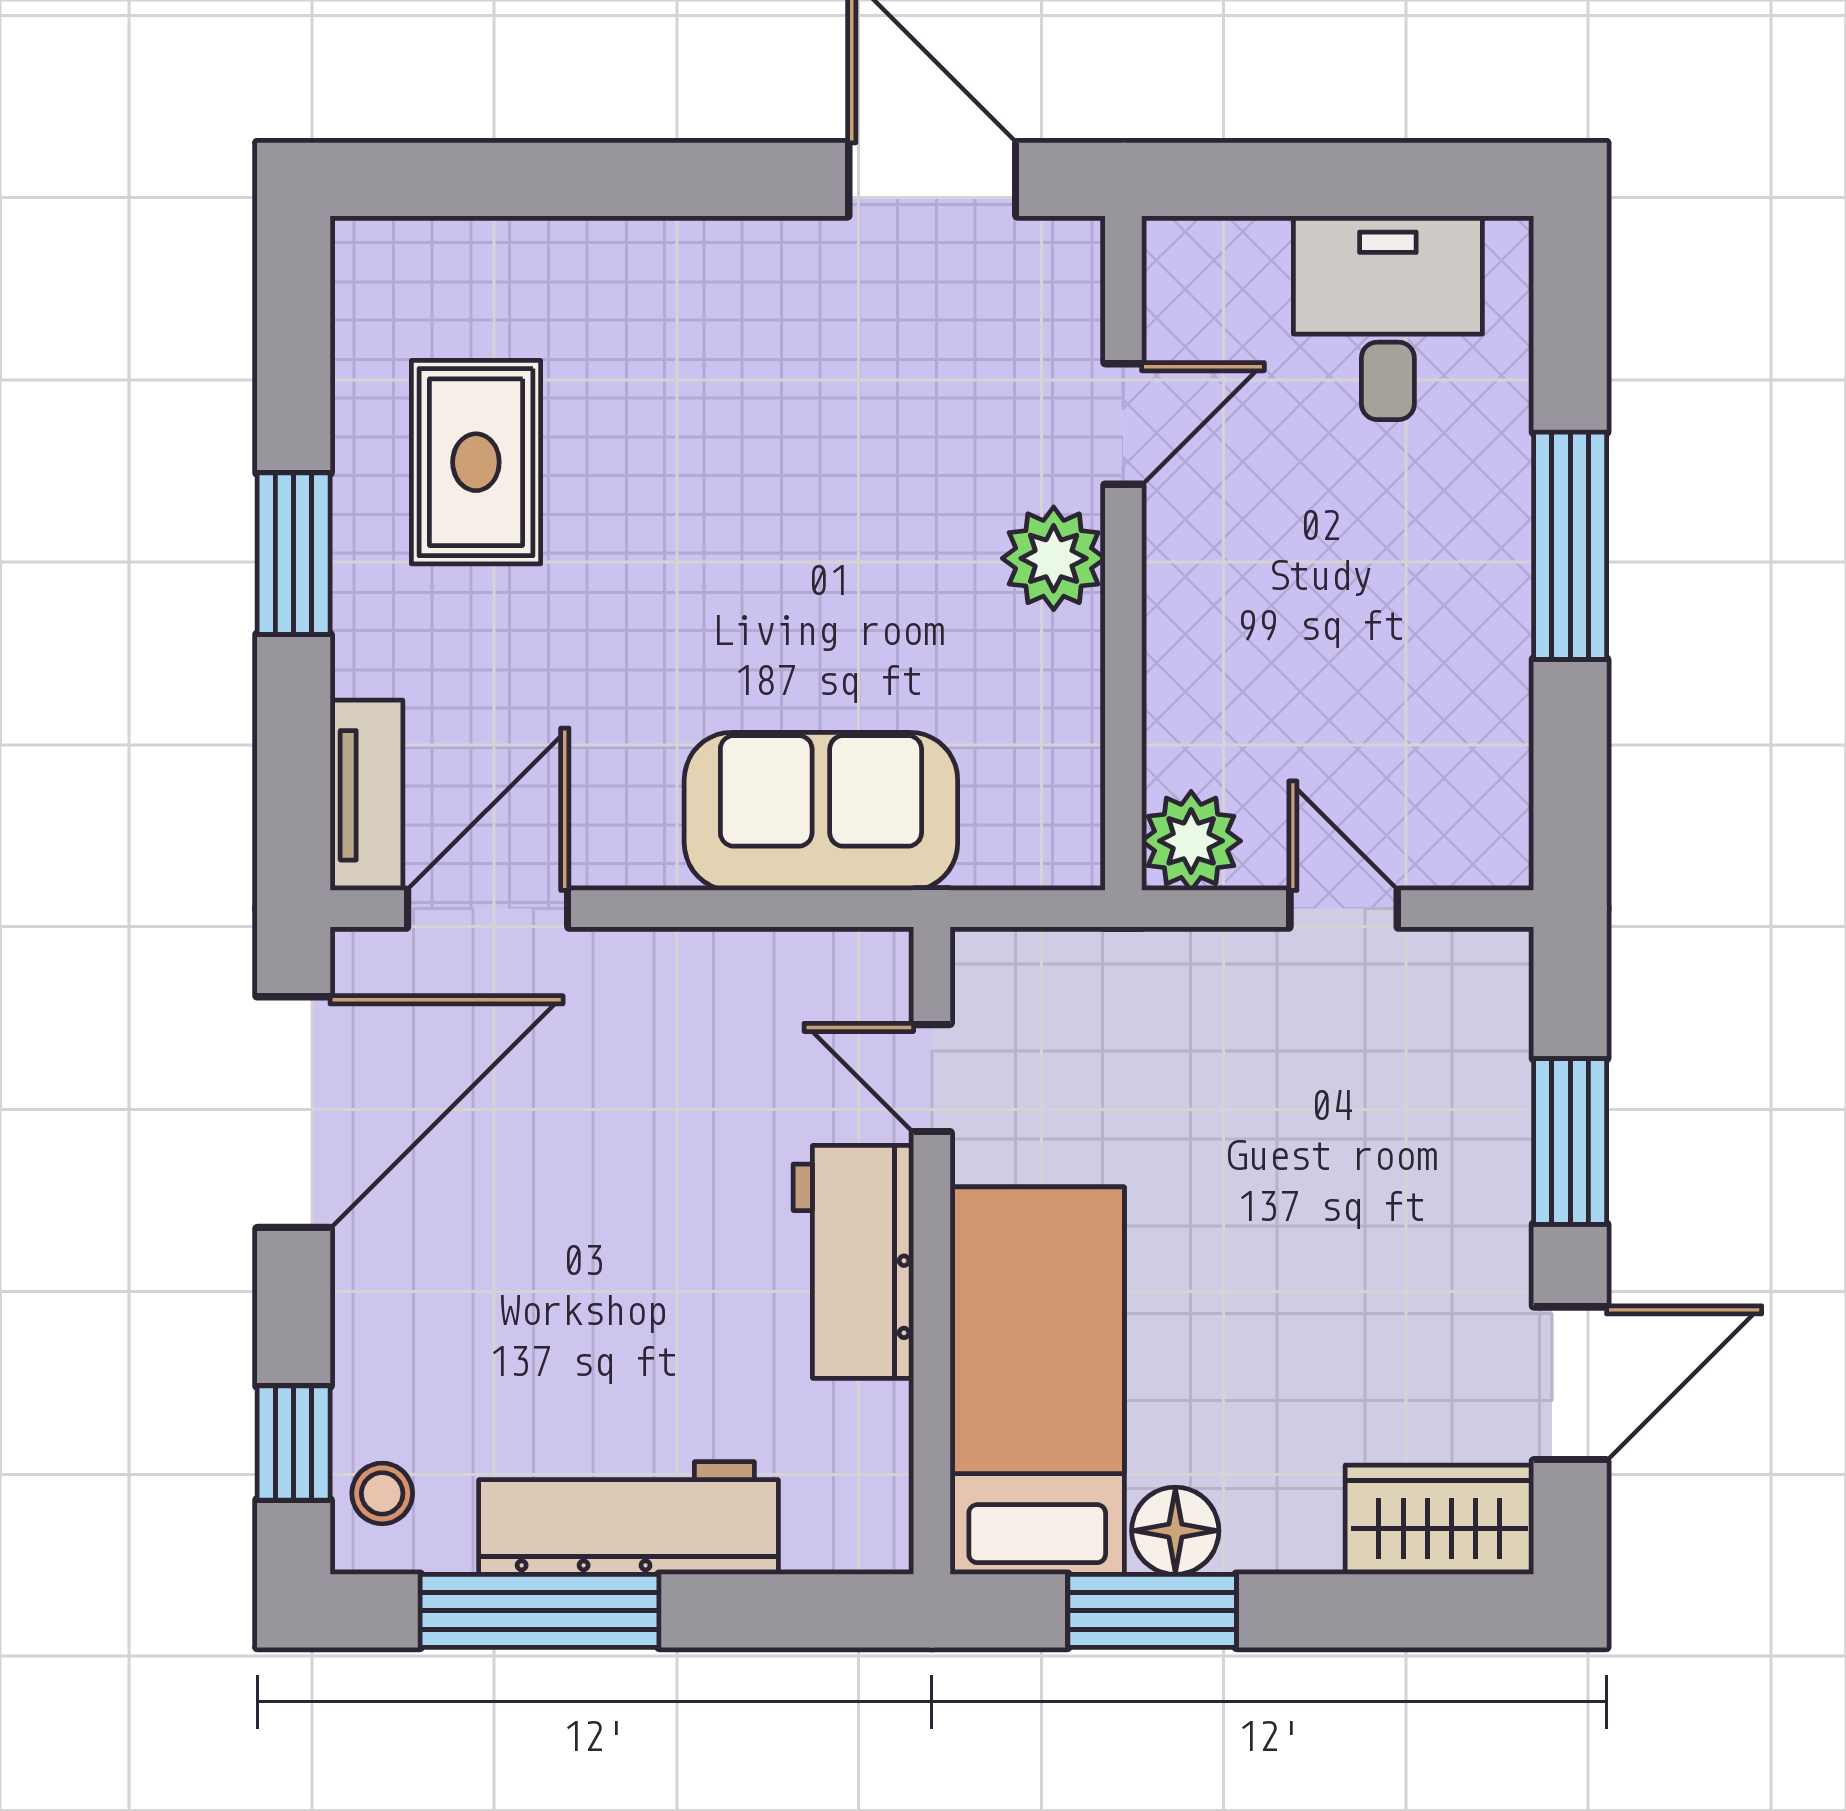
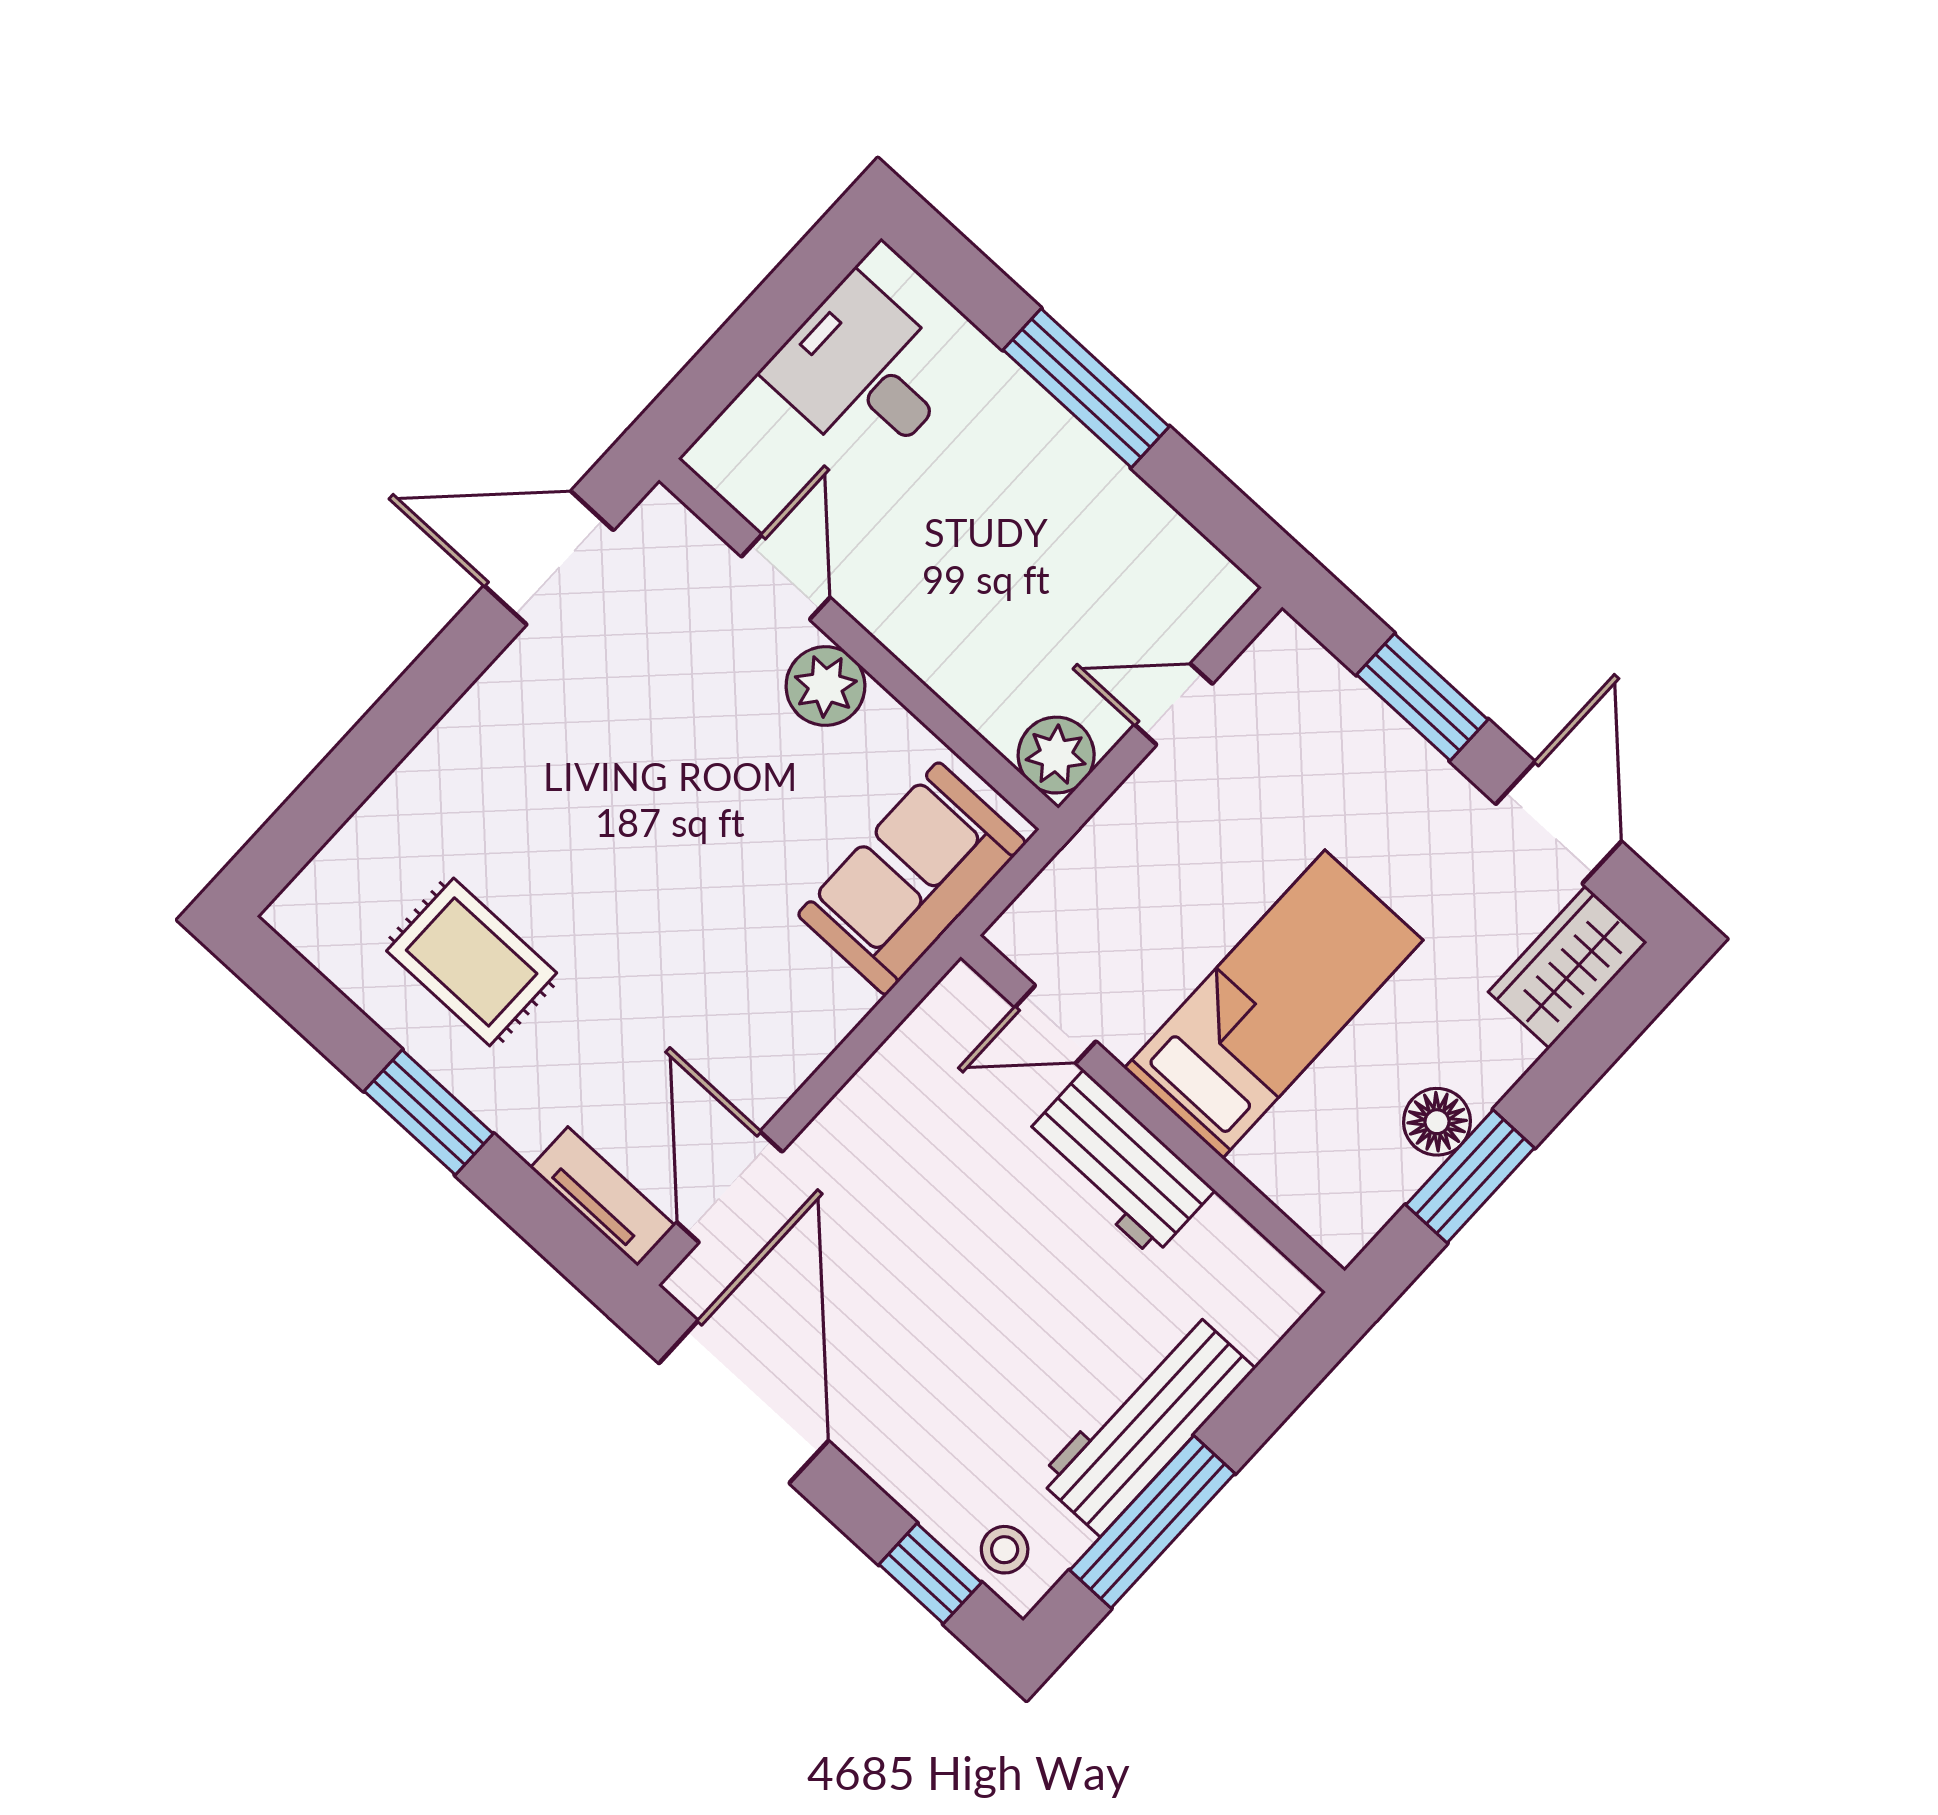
sofa: (821, 811) -> (912, 879), moved
bed: (1037, 1381) -> (1274, 1004), moved, turned 90

